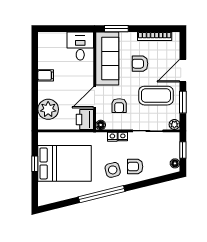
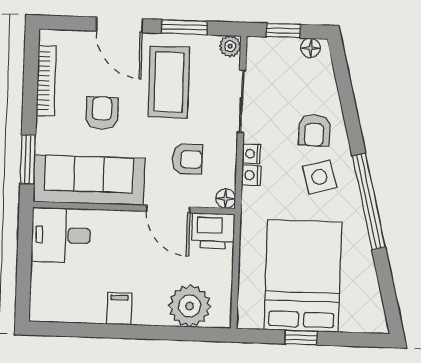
armchair: (140, 64) -> (102, 113), turned 180

